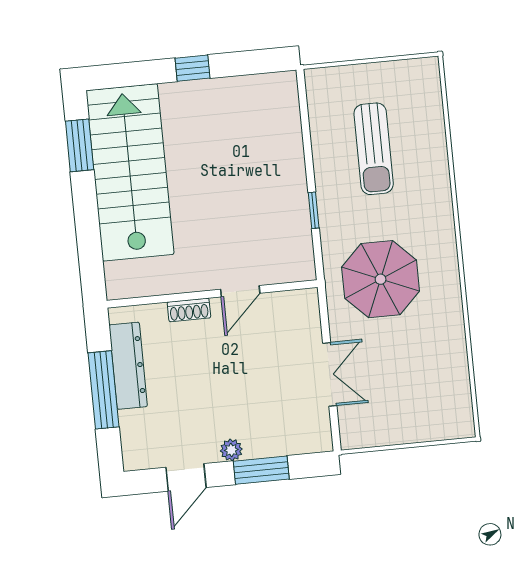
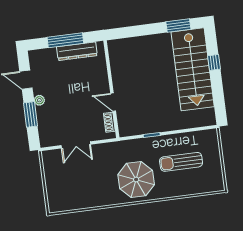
window: (193, 68) -> (214, 62), moved
stairs: (130, 172) -> (193, 69), moved, turned 90
parasol: (381, 279) -> (136, 180), moved
shoe rack: (189, 310) -> (109, 122), moved

